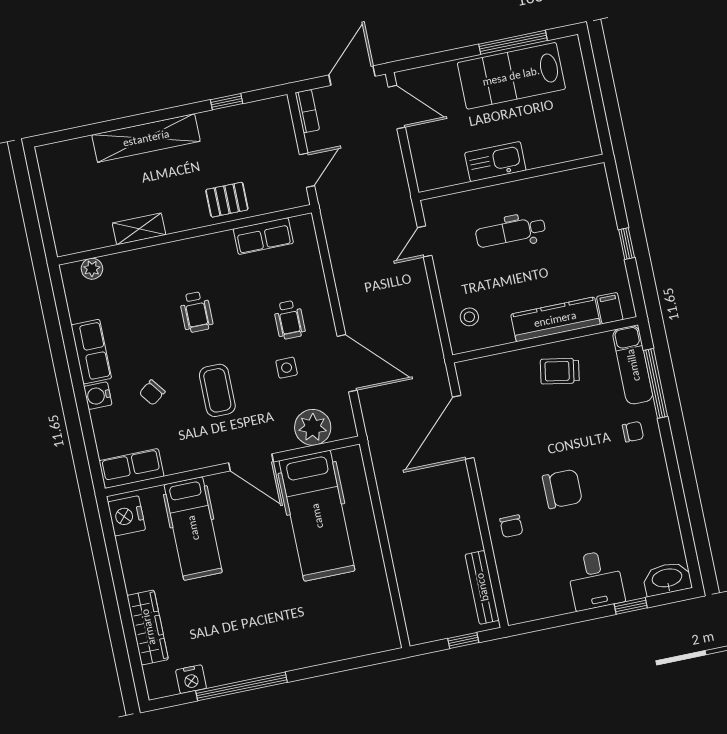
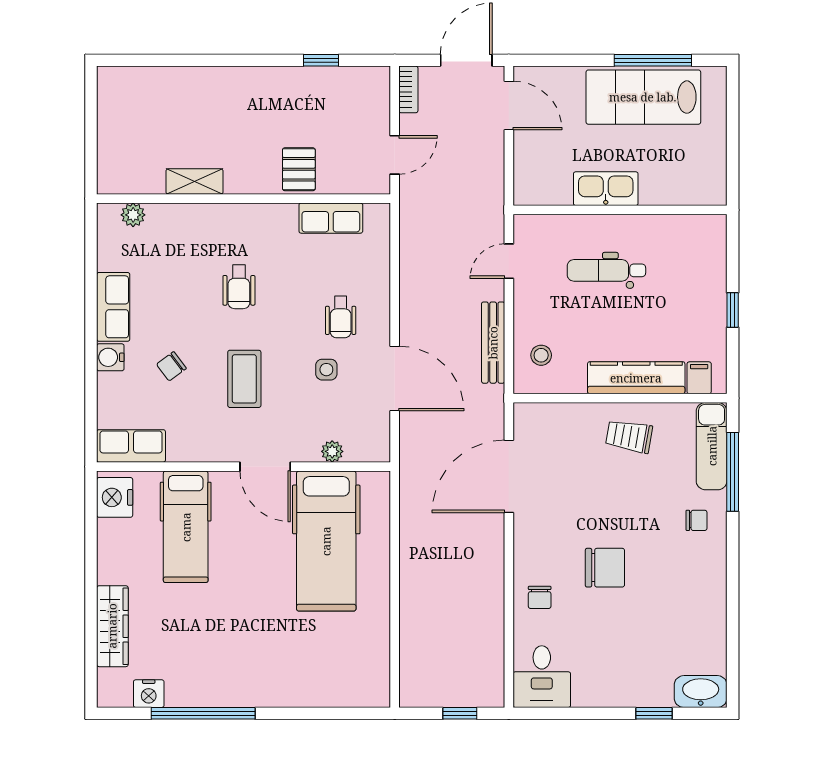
shelving: (146, 138) -> (223, 82), removed
pallet: (227, 200) -> (299, 169), turned 90
plant: (313, 427) -> (332, 451), width x0.53, depth x0.53
desk: (595, 580) -> (542, 677), moved
bench: (482, 587) -> (493, 343), moved

